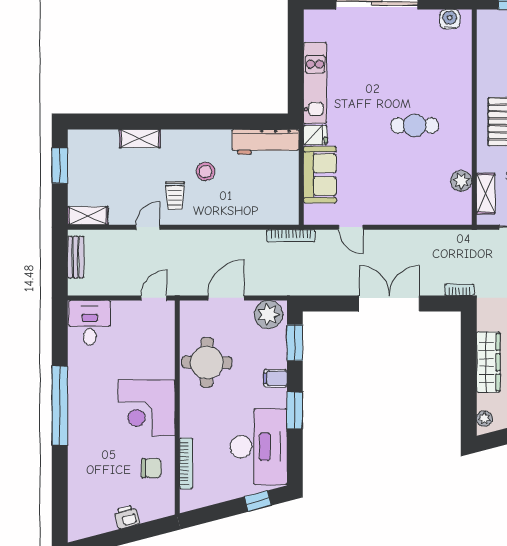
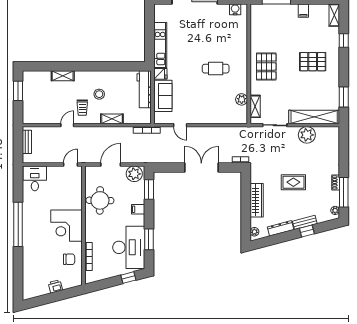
workbench: (266, 142) -> (144, 89), moved, turned 90
shelving: (88, 216) -> (112, 119), moved
window: (295, 410) -> (149, 239), moved

